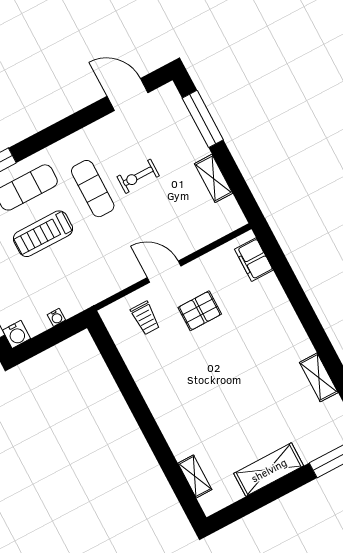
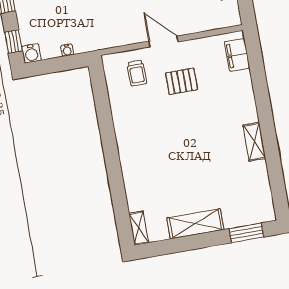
shelving: (319, 377) -> (254, 142), moved
shelving: (195, 476) -> (139, 228), moved

